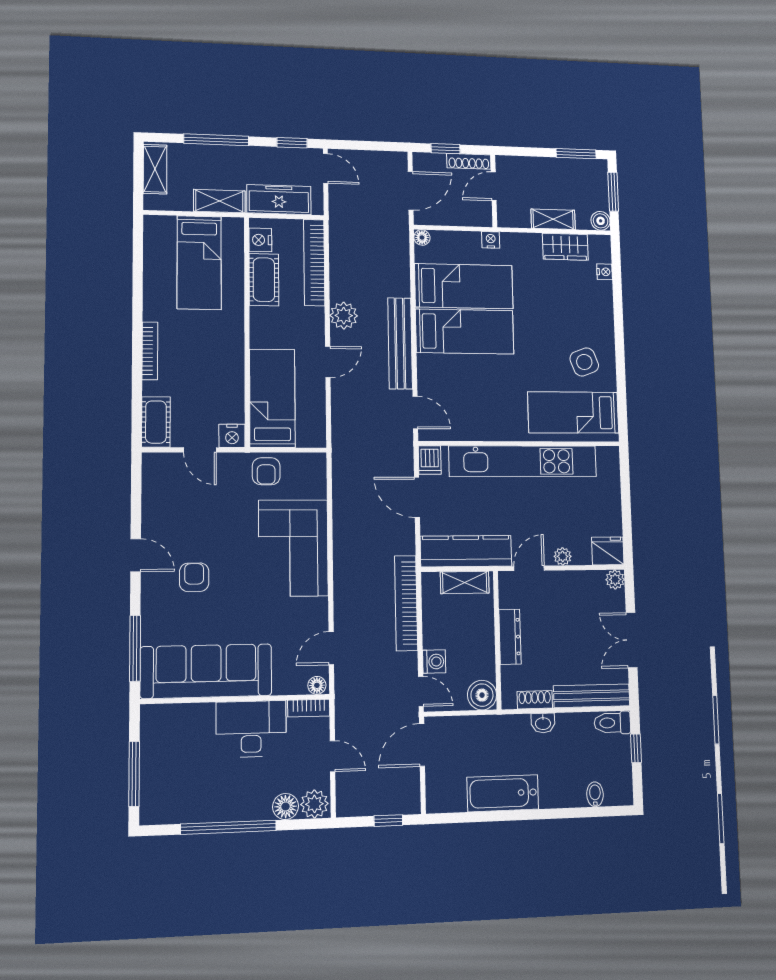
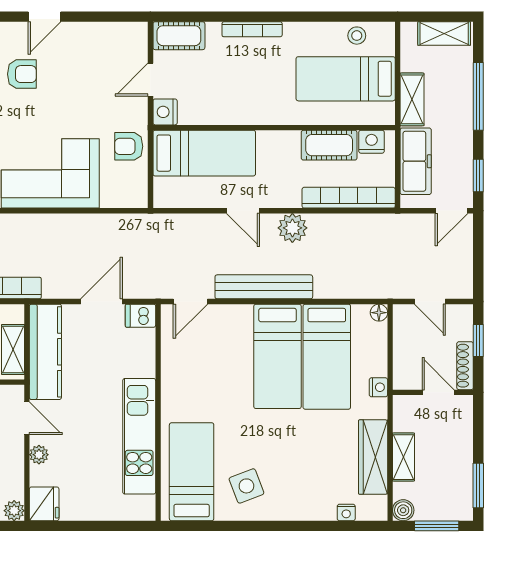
door: (411, 191) -> (430, 302), width x0.73
wardrobe: (565, 247) -> (373, 457), width x1.50
stool: (157, 251) -> (357, 36), added
kitchen unit: (523, 461) -> (139, 436), width x0.73

